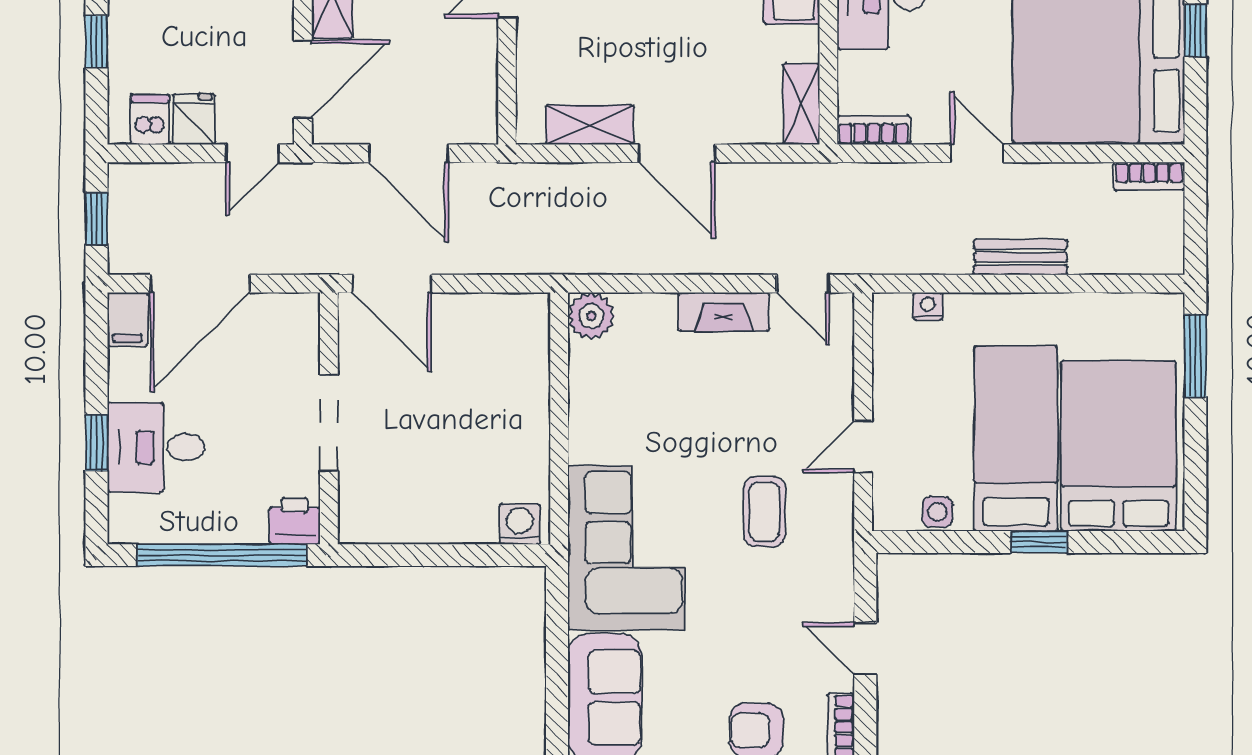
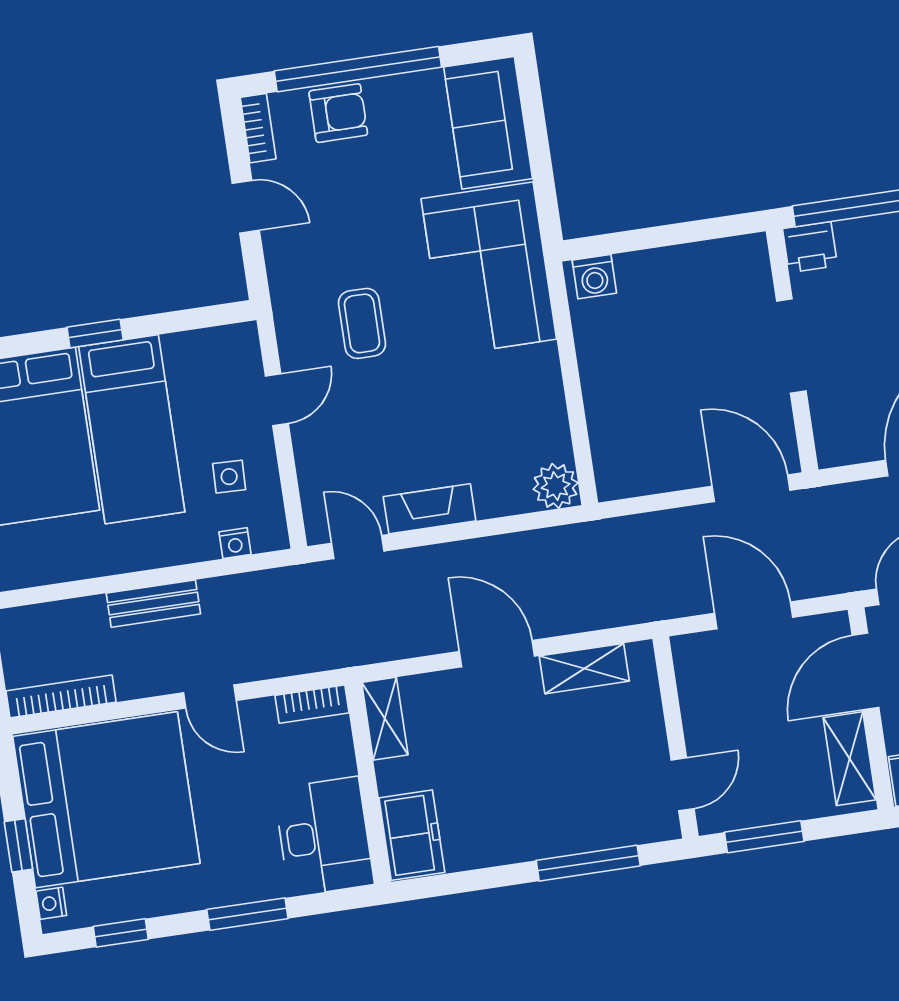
bookcase: (1149, 176) -> (61, 696), width x1.56
side table: (937, 512) -> (229, 477), moved

